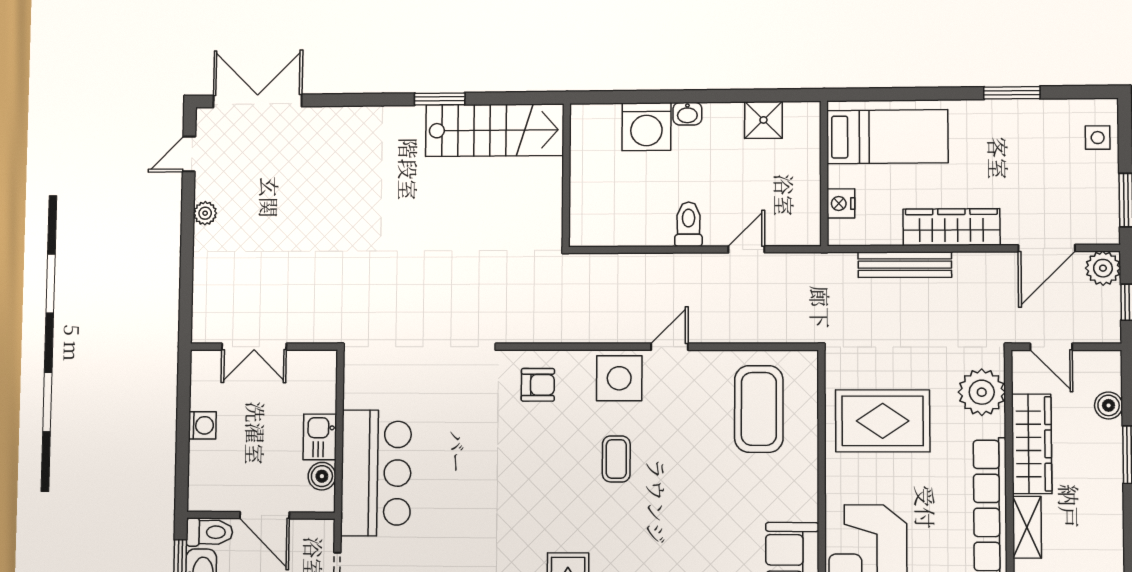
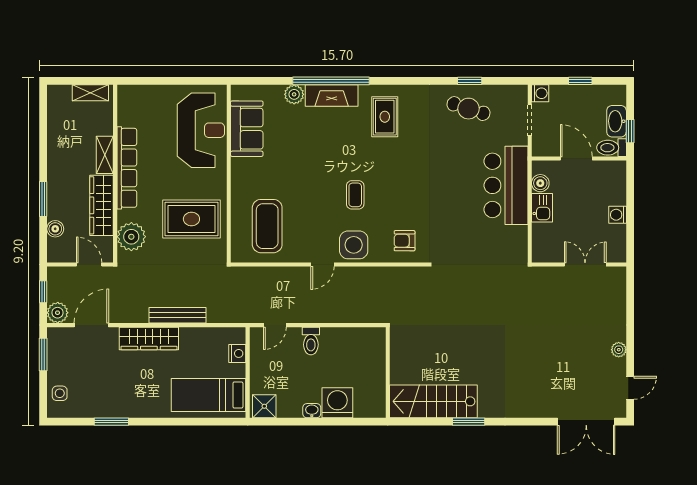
bed: (887, 137) -> (209, 395), moved
wall: (824, 173) -> (248, 372), moved
nightstand: (841, 203) -> (237, 353), moved

